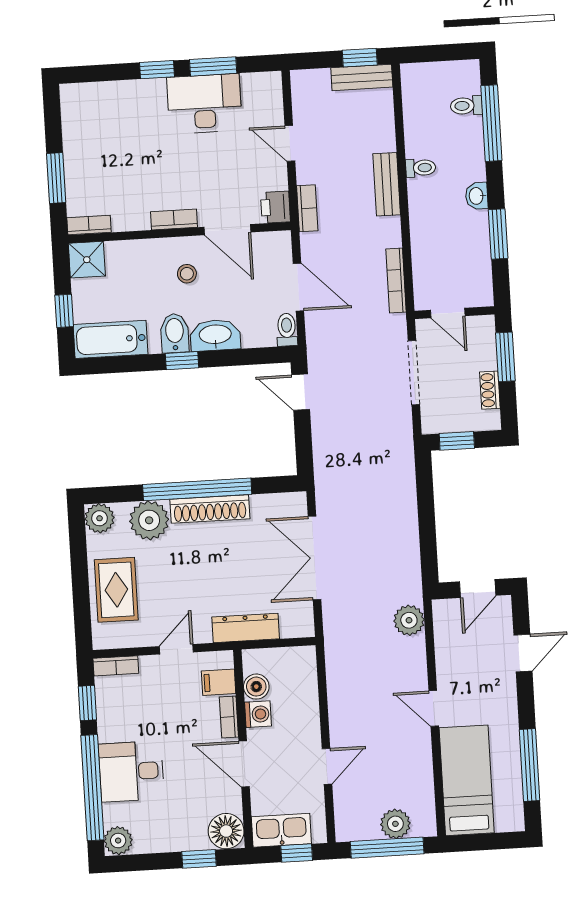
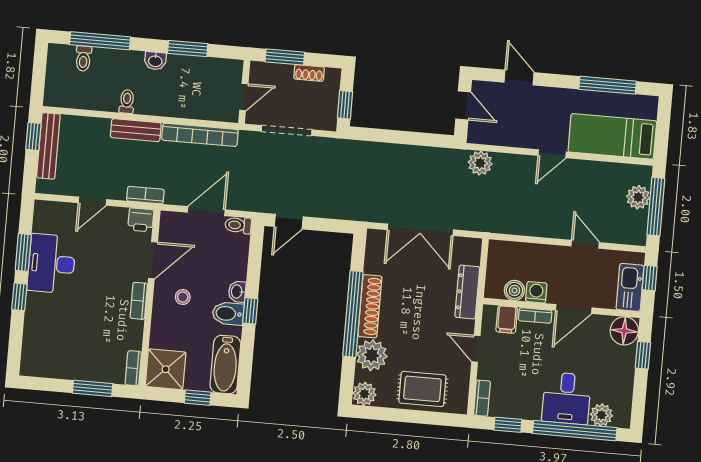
bench: (362, 77) -> (48, 146), width x1.36
shower: (87, 260) -> (166, 369), width x1.36, depth x1.36
bookcase: (396, 281) -> (200, 135), width x1.48, depth x1.31
washbasin: (215, 335) -> (237, 292), width x0.52, depth x0.69
plant: (118, 841) -> (601, 415), moved

